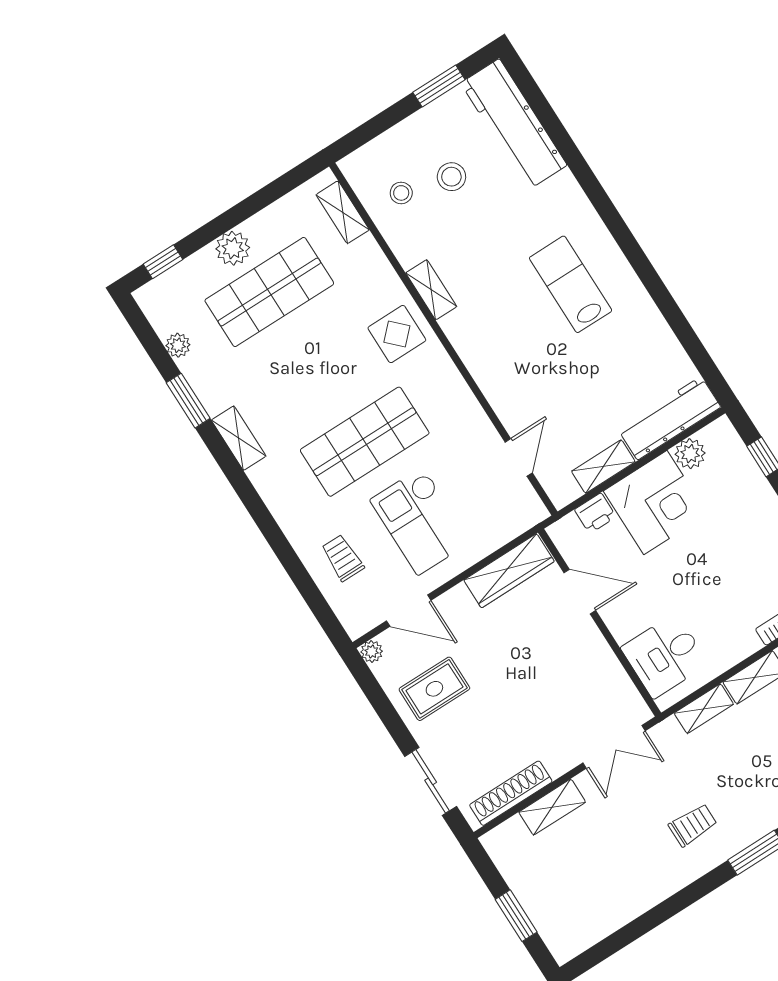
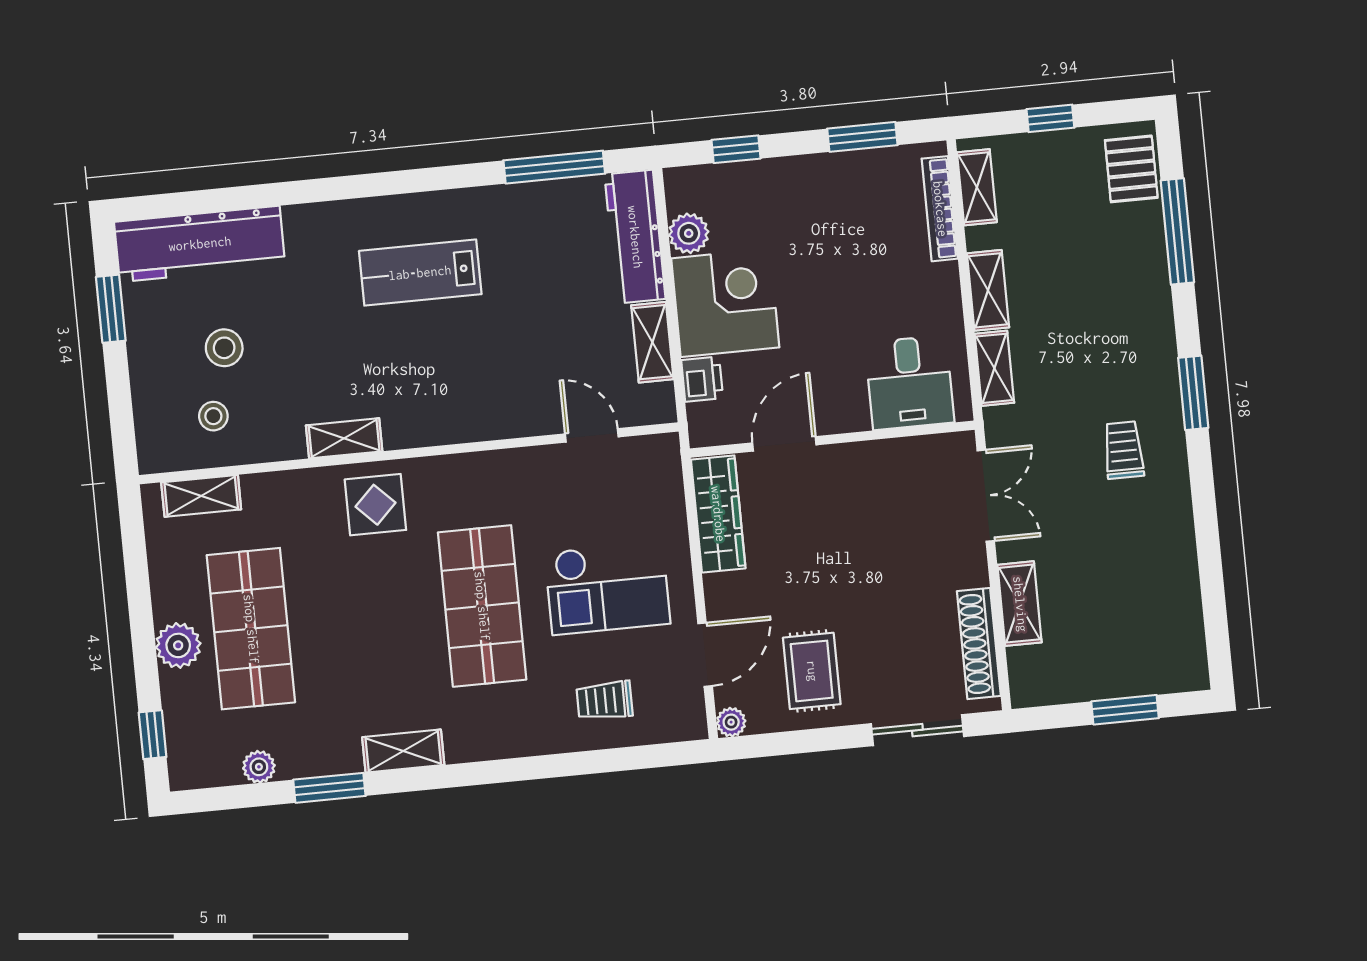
window: (689, 339) -> (554, 167), added

